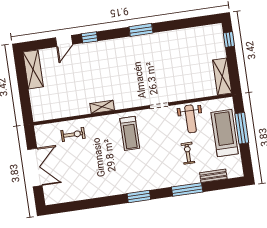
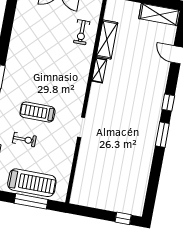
window: (90, 37) -> (168, 103), moved
shelving: (222, 77) -> (107, 39), moved, turned 90
weight bench: (191, 119) -> (57, 154), removed
treadmill: (130, 133) -> (37, 112), moved

